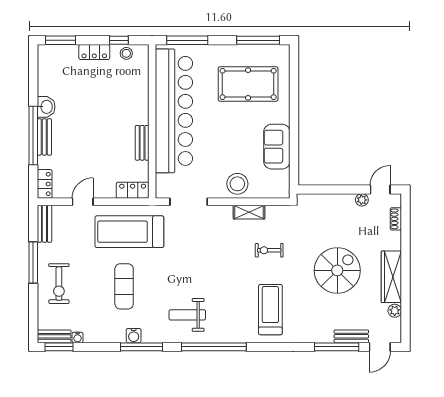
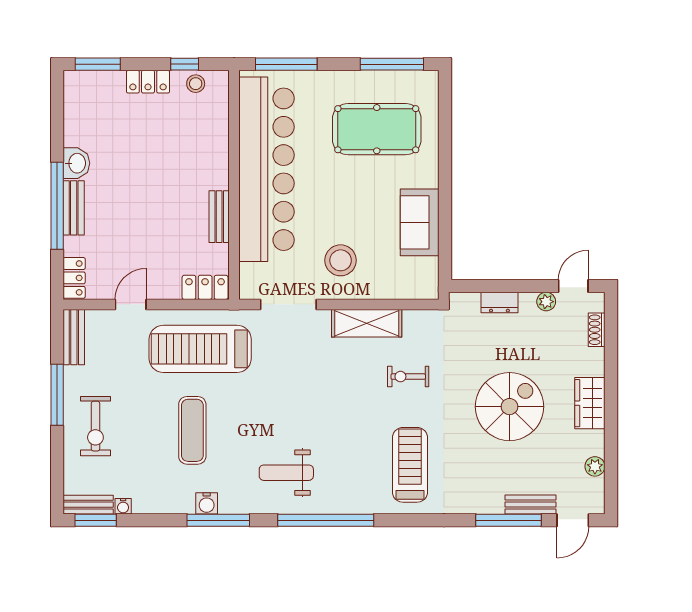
stool: (237, 184) -> (341, 260), moved
dresser: (330, 201) -> (499, 303), added
shelving: (249, 212) -> (367, 323), width x1.50, depth x1.33
wardrobe: (391, 277) -> (590, 403), width x0.67

